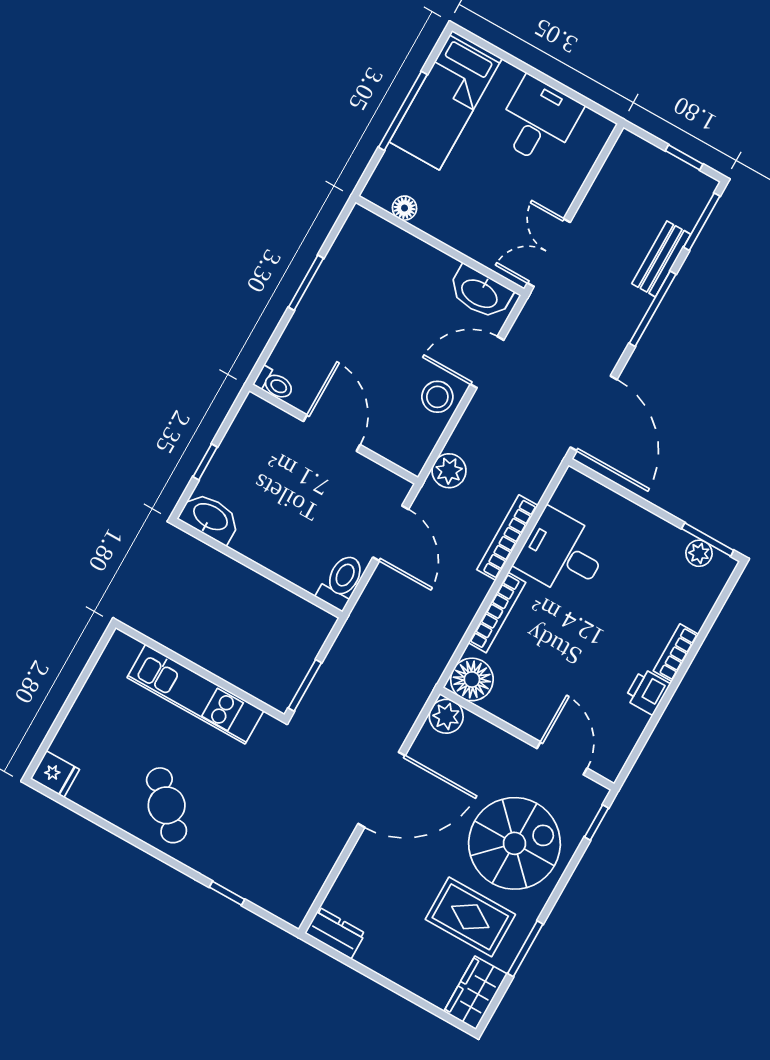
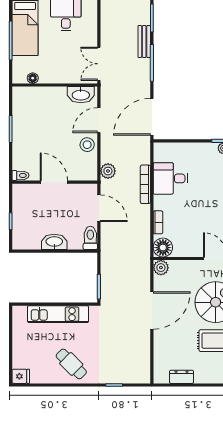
door: (594, 413) -> (152, 117), swing flipped
washbasin: (210, 518) -> (54, 242), moved
bookcase: (497, 613) -> (158, 222), width x0.64
dresser: (335, 933) -> (182, 377), moved

